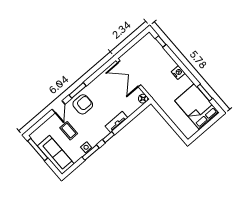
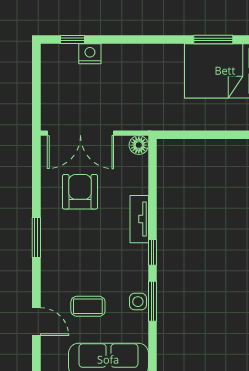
nightstand: (178, 72) -> (90, 54), moved
armchair: (83, 104) -> (80, 192), moved
door: (59, 107) -> (36, 322), moved

